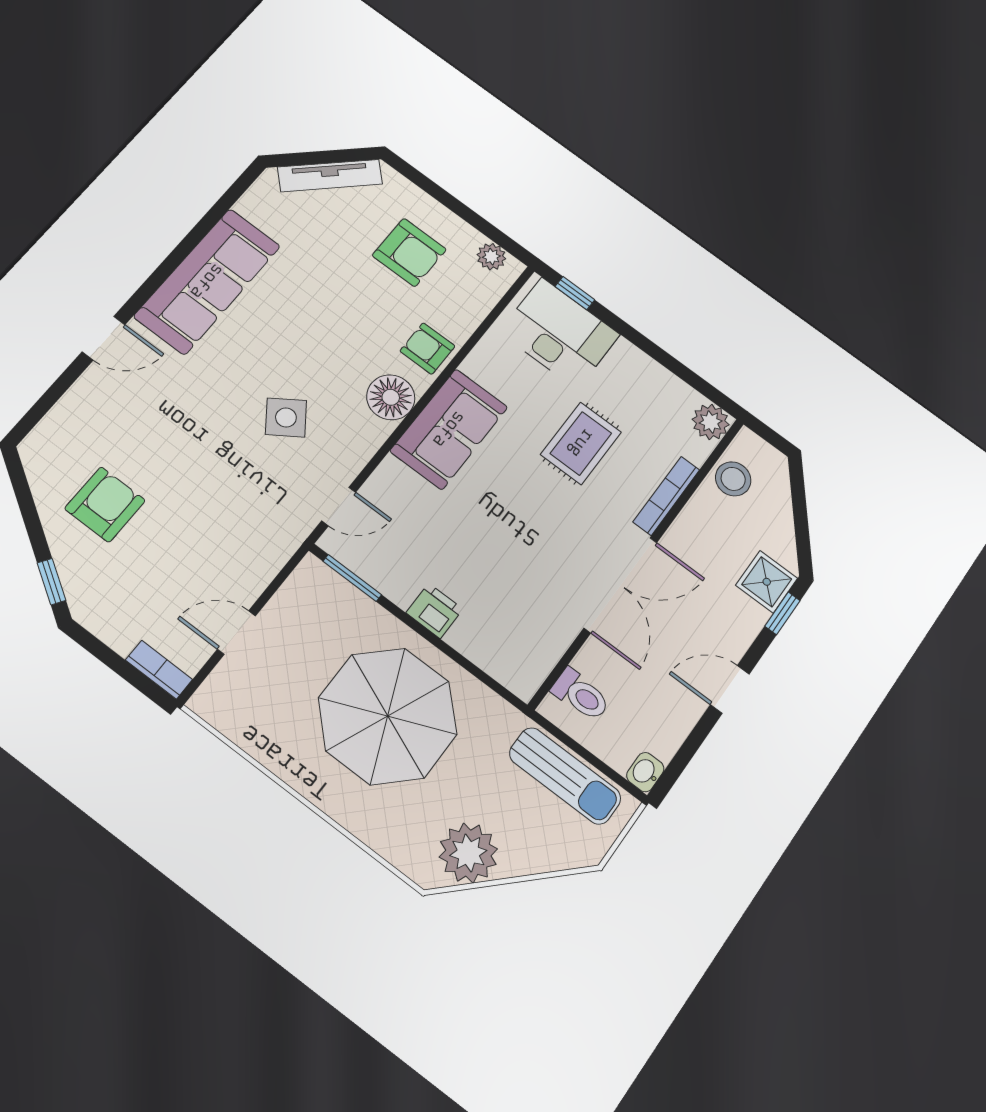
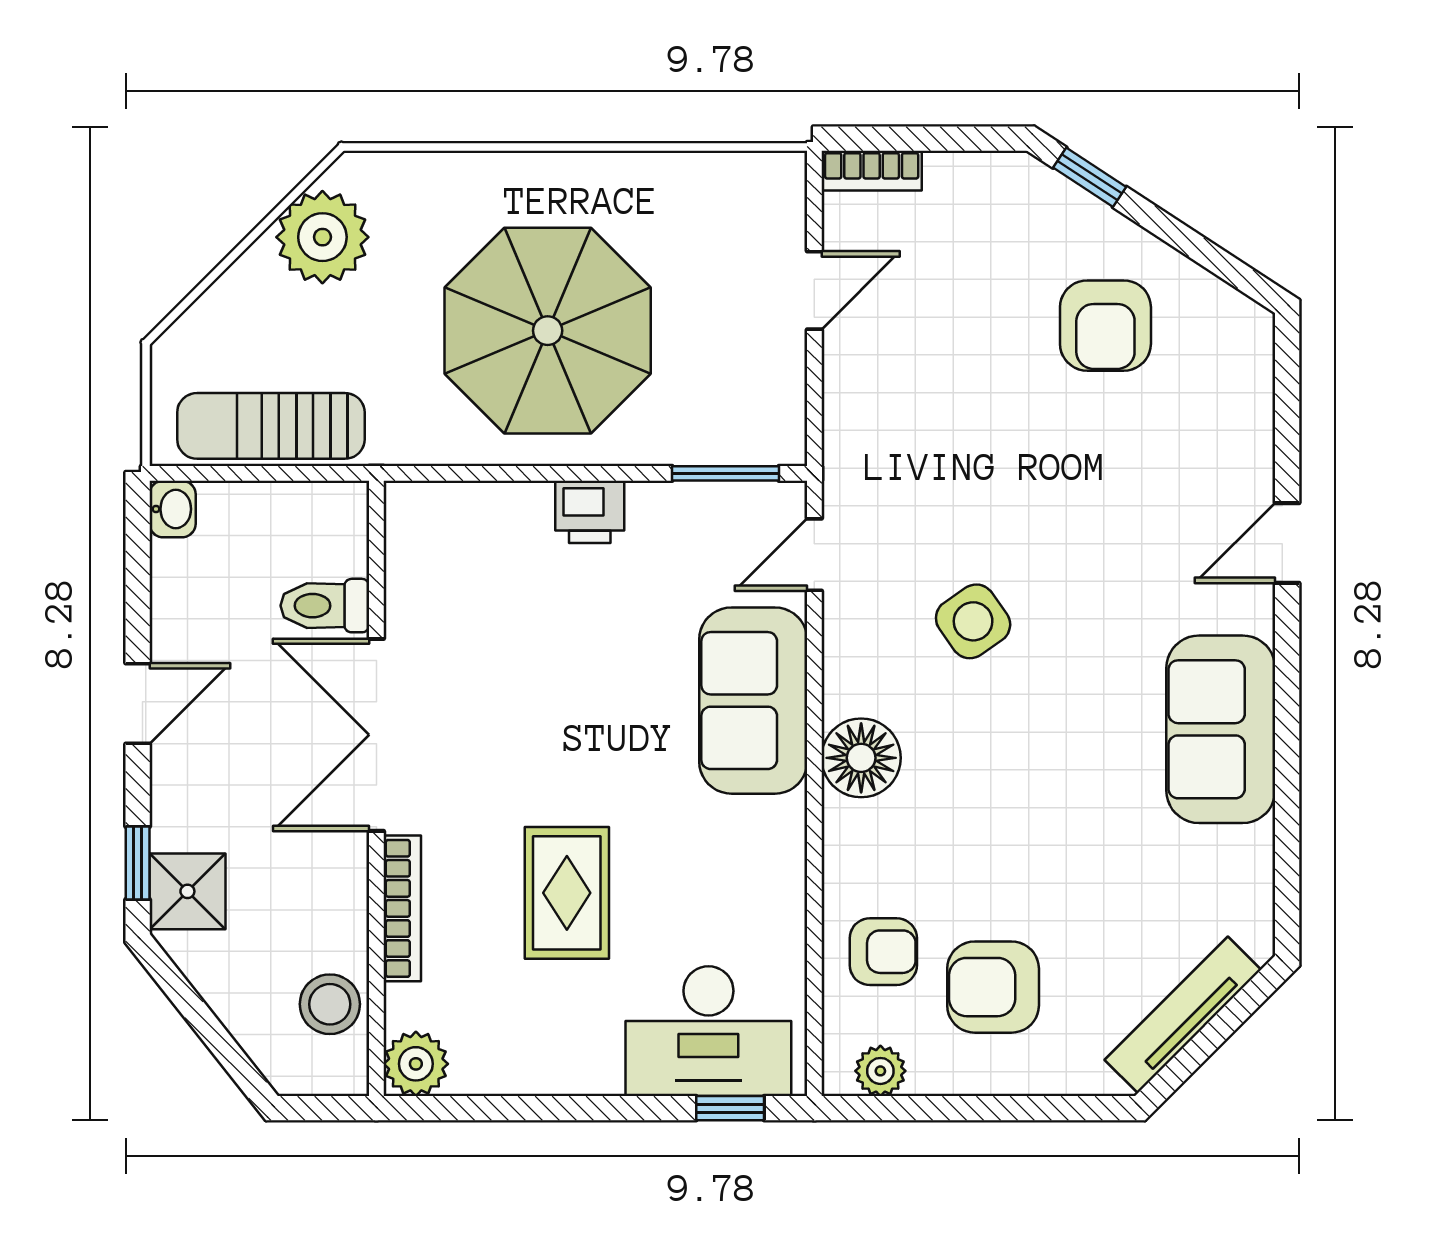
sofa: (207, 281) -> (1221, 729), width x0.73
armchair: (427, 349) -> (883, 952), moved
sofa: (449, 429) -> (753, 701), moved
toilet: (581, 695) -> (325, 606), moved

